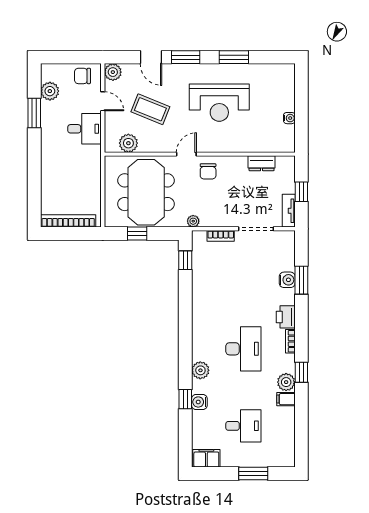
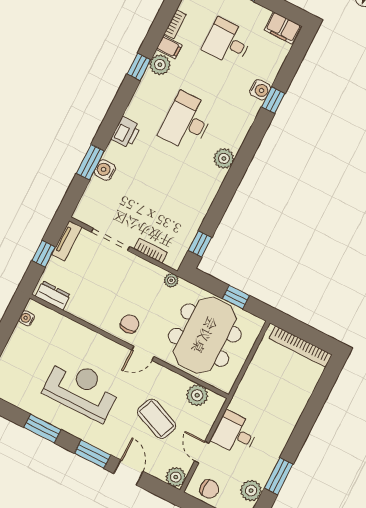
water cooler: (289, 118) -> (27, 318), moved
dresser: (262, 163) -> (53, 295), moved
bookcase: (290, 341) -> (175, 24), moved
plant: (200, 370) -> (224, 158), moved

